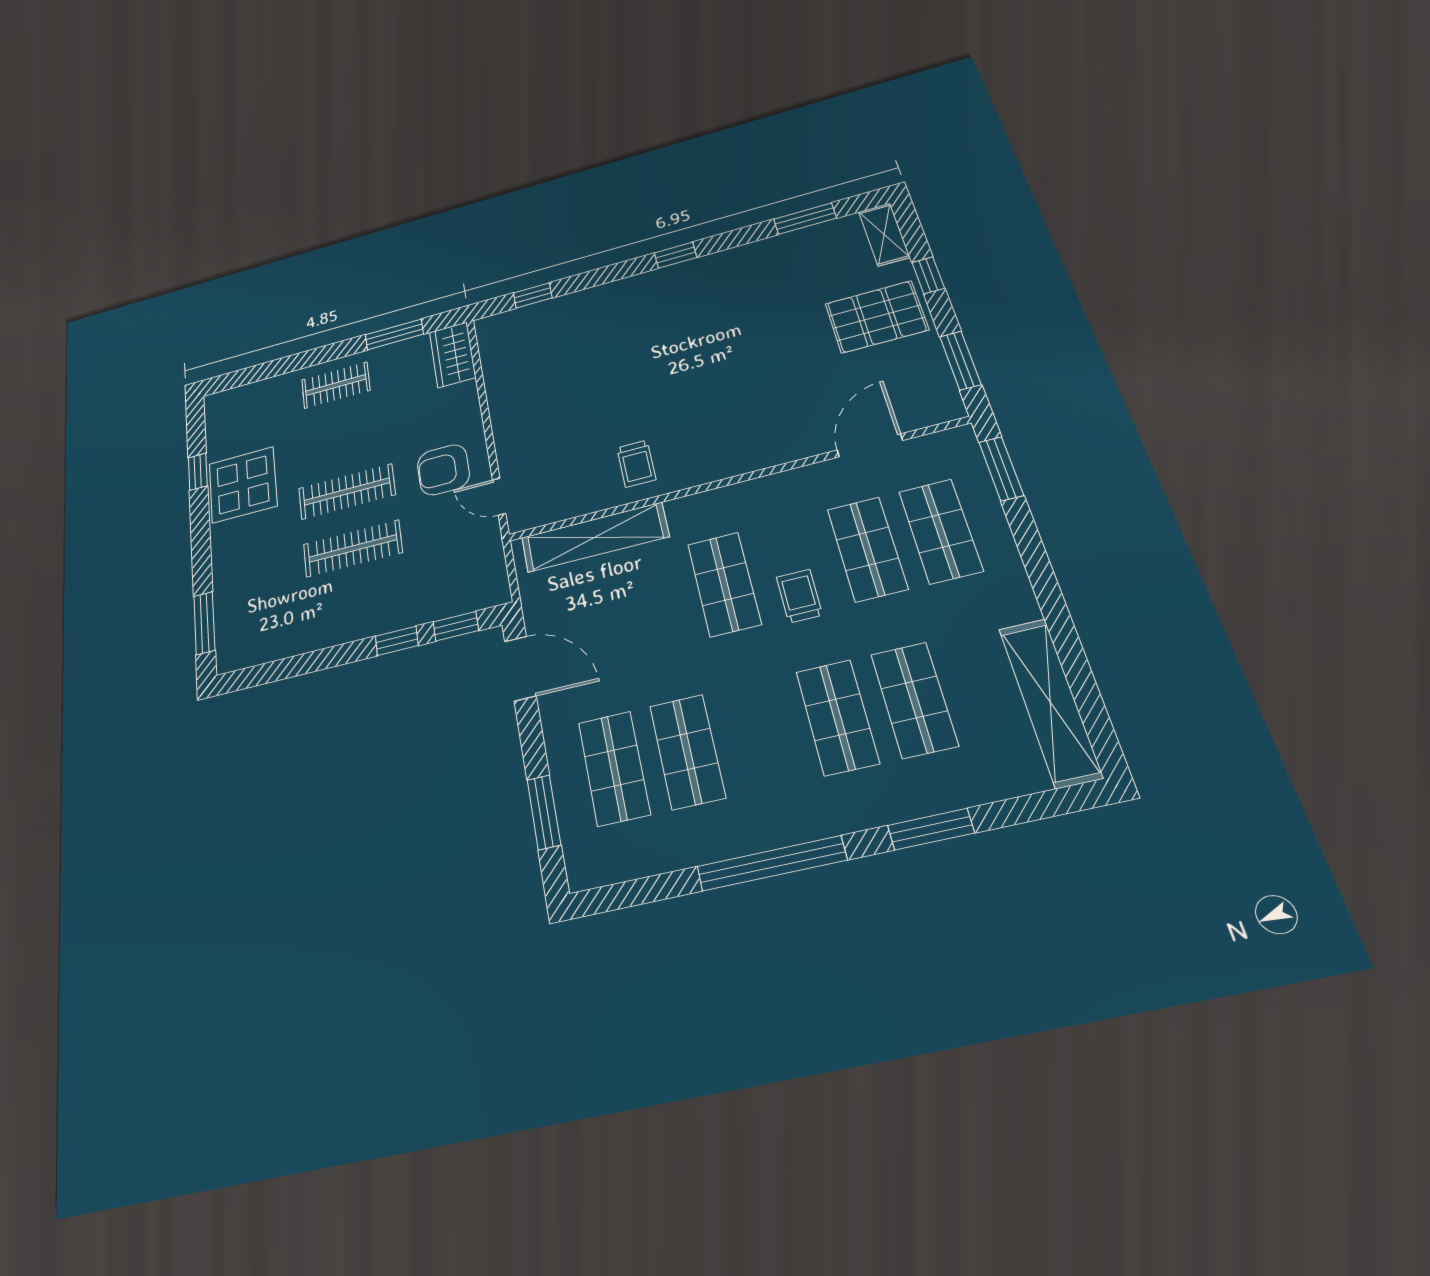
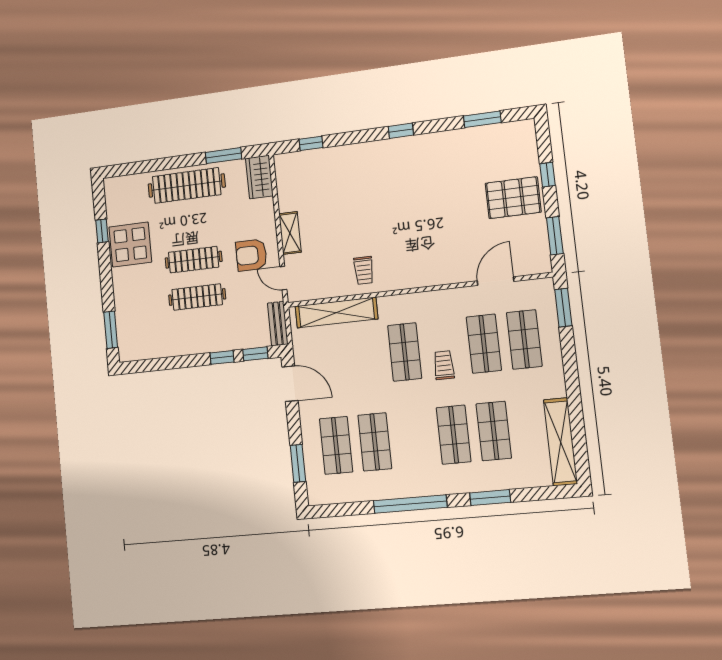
shelving: (884, 234) -> (290, 233), moved
clothes rail: (336, 385) -> (187, 185), width x1.86, depth x1.31
bench: (493, 570) -> (278, 324), added

